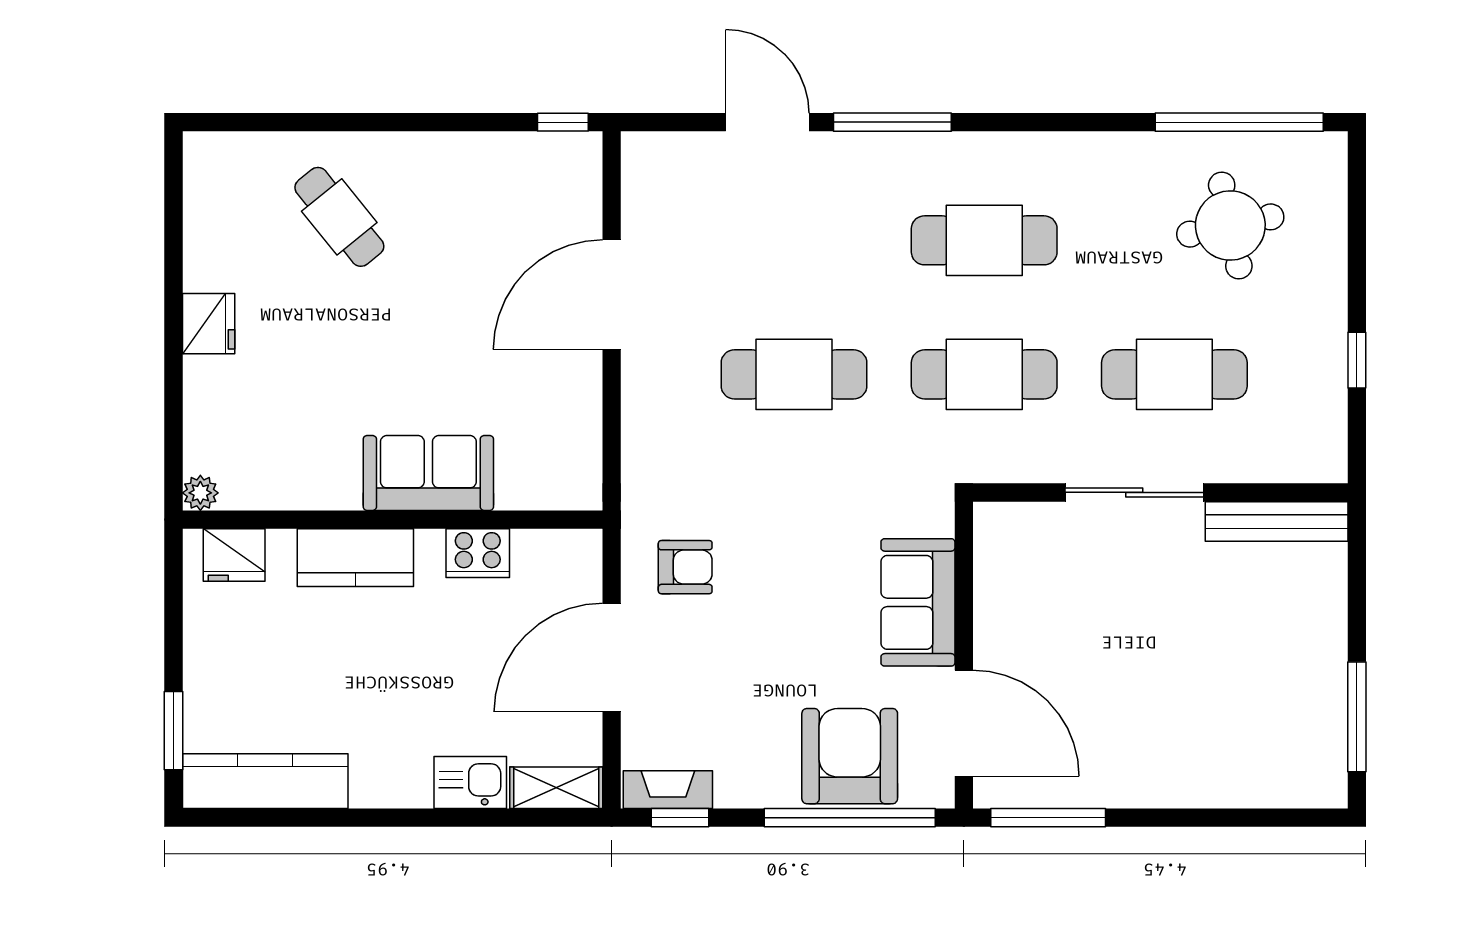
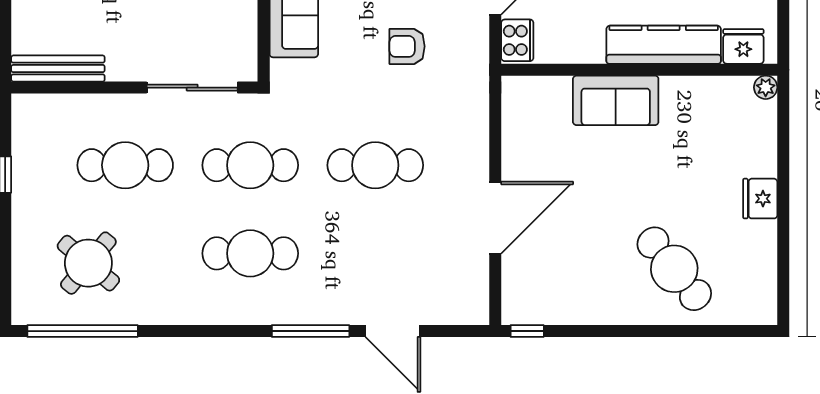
cafe table: (339, 217) -> (674, 269), width x1.37, depth x1.35
round table: (1230, 226) -> (88, 263), turned -38
sliding door: (1134, 492) -> (192, 88), moved
cooker: (478, 553) -> (517, 40), moved, turned 90
kitchen counter: (355, 558) -> (664, 45), width x1.50
armchair: (685, 567) -> (407, 46), moved

